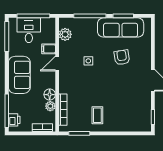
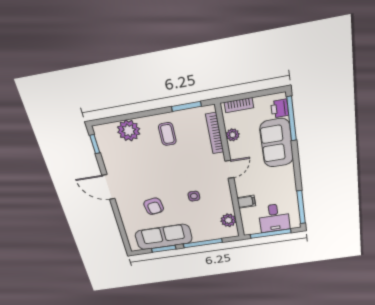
door: (57, 64) -> (229, 169), moved
sofa: (19, 75) -> (277, 143), moved
floor lamp: (50, 95) -> (236, 149), removed
plant: (125, 123) -> (129, 130), added

